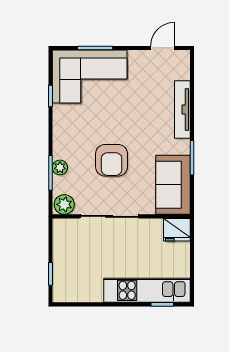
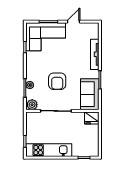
door: (163, 48) -> (74, 22), moved
kitchen unit: (147, 290) -> (49, 150), moved

